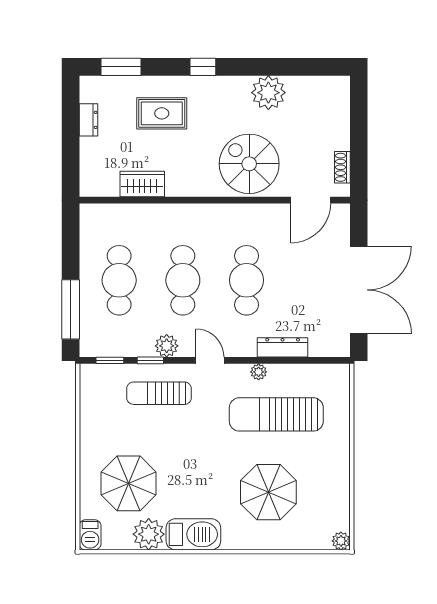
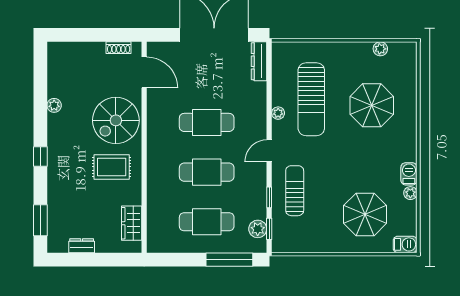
plant: (268, 93) -> (54, 105), width x0.53, depth x0.53
rug: (162, 113) -> (112, 167), moved, turned 90
wardrobe: (142, 184) -> (132, 223), moved
plant: (167, 346) -> (258, 229), moved
dresser: (283, 347) -> (259, 61), moved
sun lounger: (159, 393) -> (295, 191), turned 180
plant: (149, 534) -> (410, 193), width x0.53, depth x0.53
barbecue: (193, 534) -> (409, 174), width x0.53, depth x0.65
plant: (341, 541) -> (380, 49), moved

